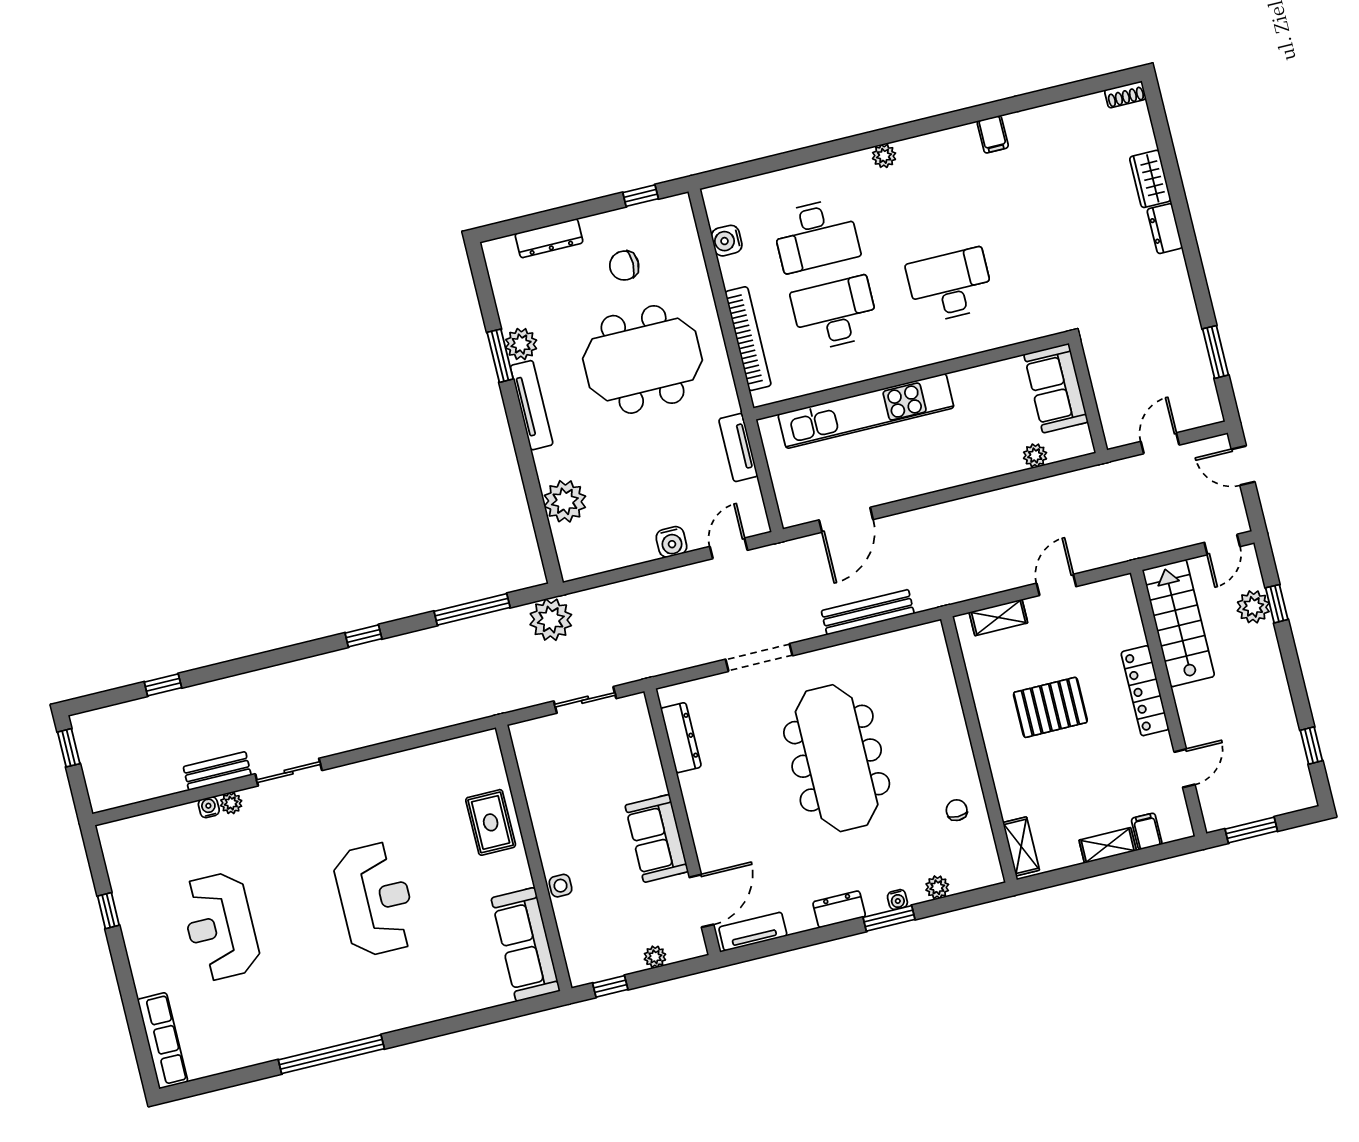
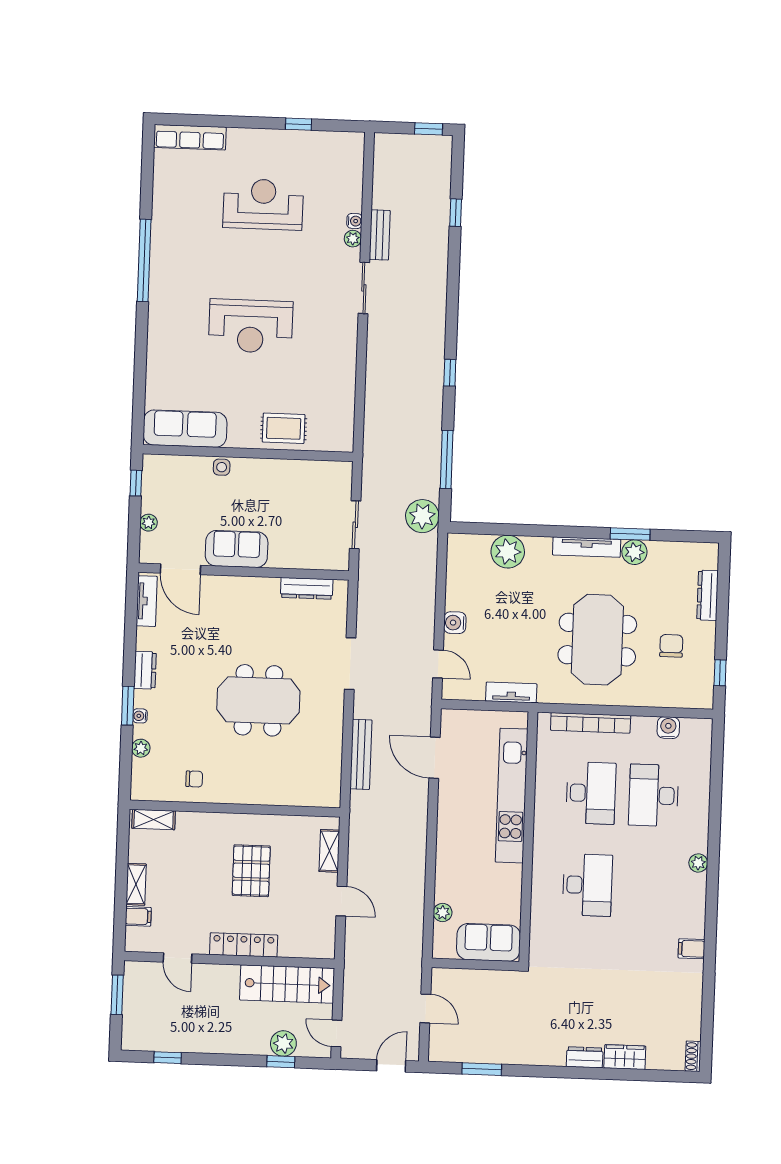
meeting table: (837, 758) -> (258, 700), width x0.73

